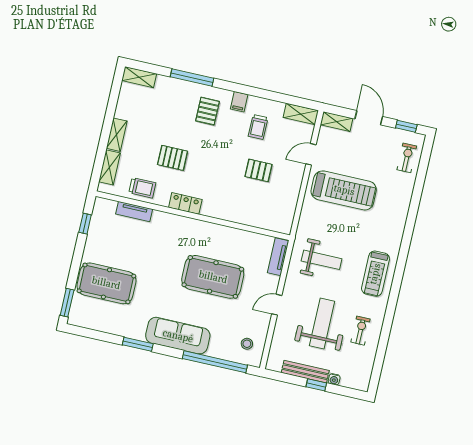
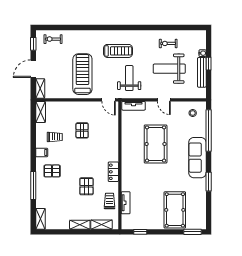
door: (311, 154) -> (109, 100), moved
treadmill: (375, 274) -> (118, 51), moved

